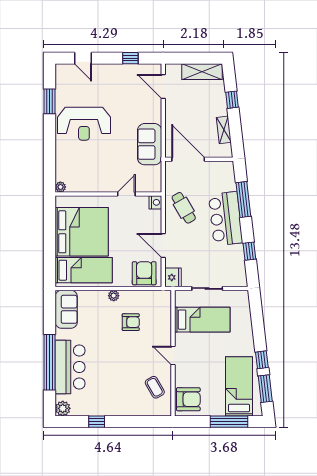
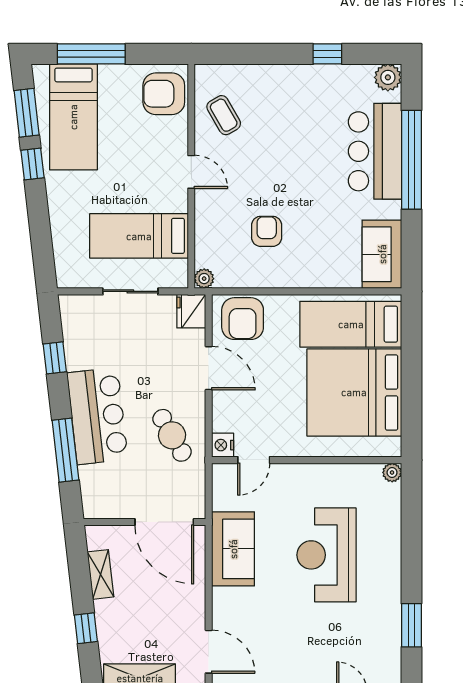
reception desk: (84, 124) -> (326, 555), moved, turned -90
door: (126, 194) -> (254, 460), moved
plant: (114, 296) -> (204, 279), moved
armchair: (131, 322) -> (267, 231), turned 90

